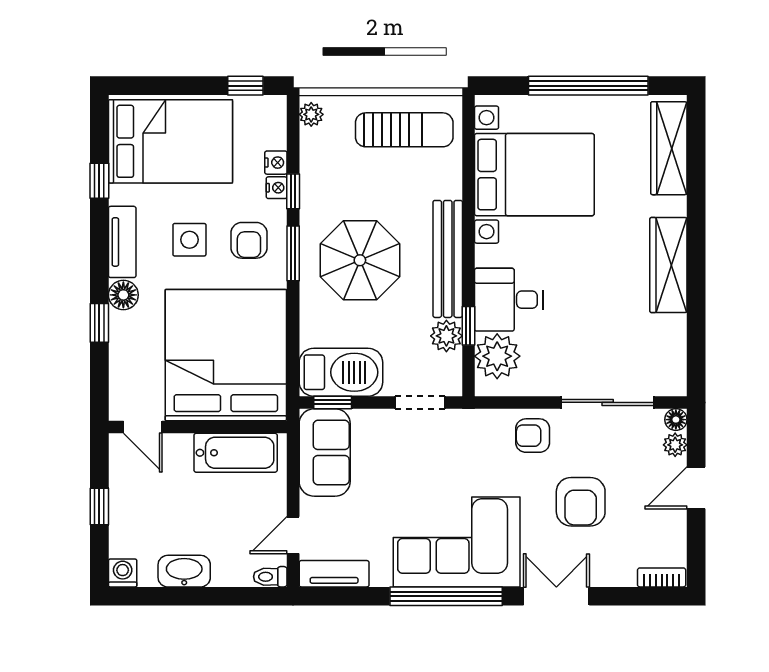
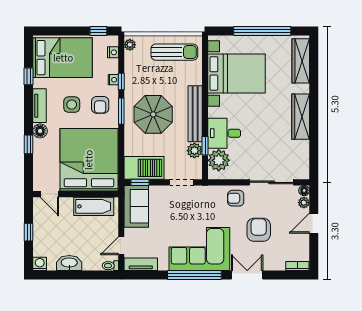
nightstand: (276, 163) -> (113, 52), moved
armchair: (581, 502) -> (259, 230), turned 180

